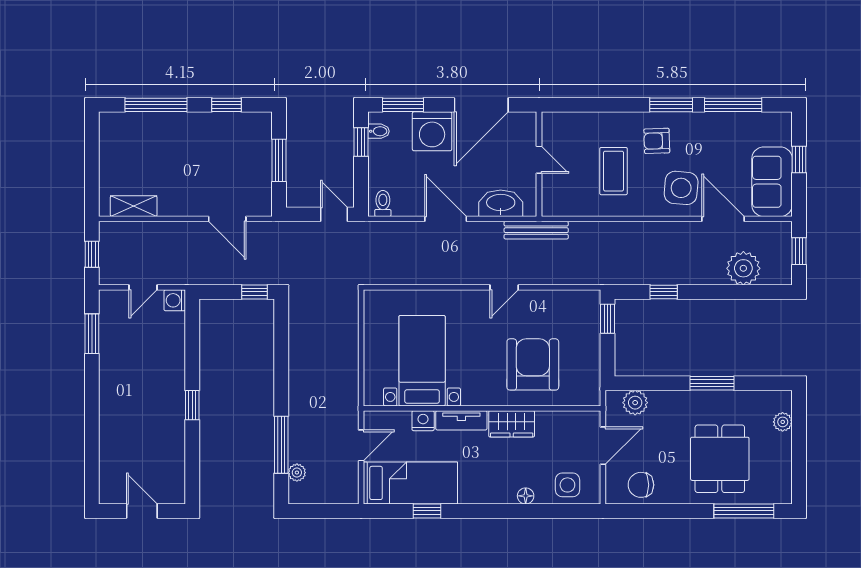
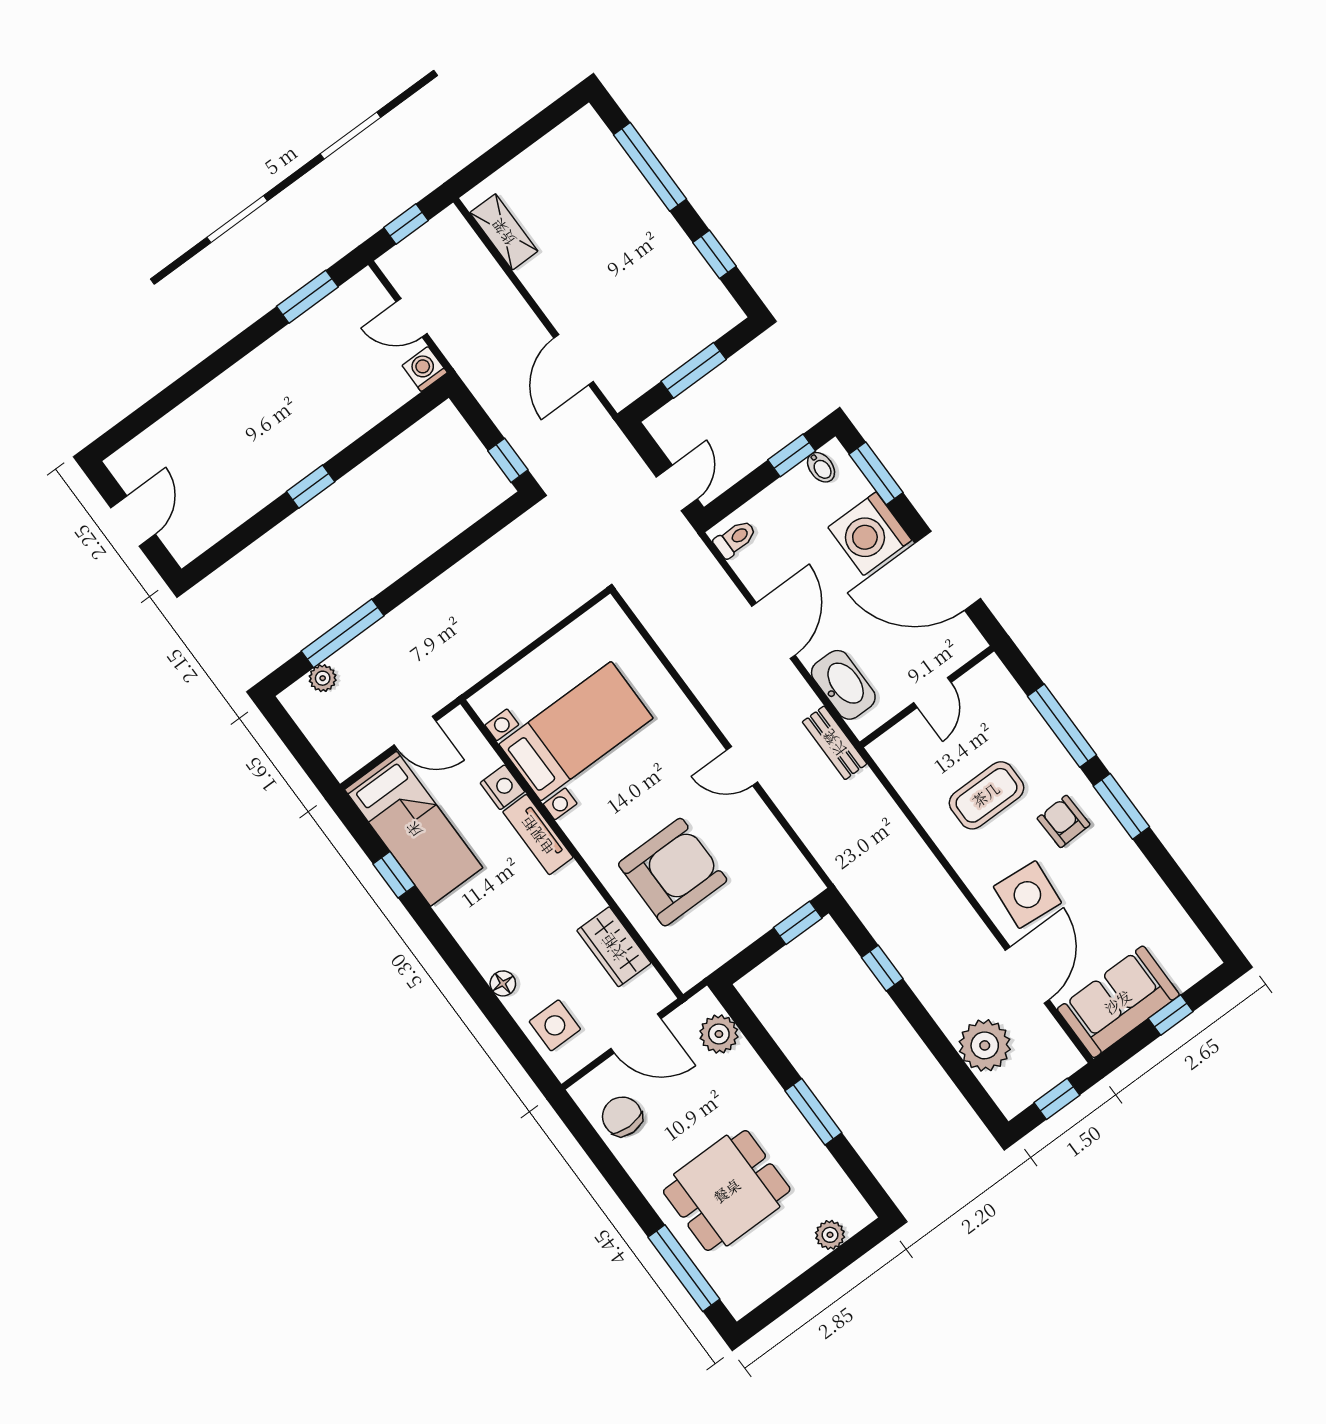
window: (733, 105) -> (1062, 726), moved
bench: (536, 230) -> (835, 743), width x0.73
wardrobe: (512, 424) -> (614, 947), moved

